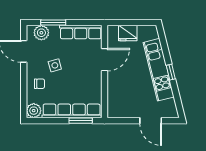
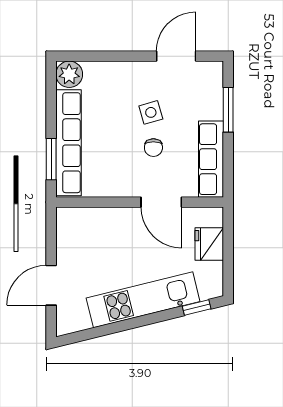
plant: (41, 33) -> (210, 88), removed
window: (171, 72) -> (197, 307), moved
chair: (40, 84) -> (153, 148), moved

